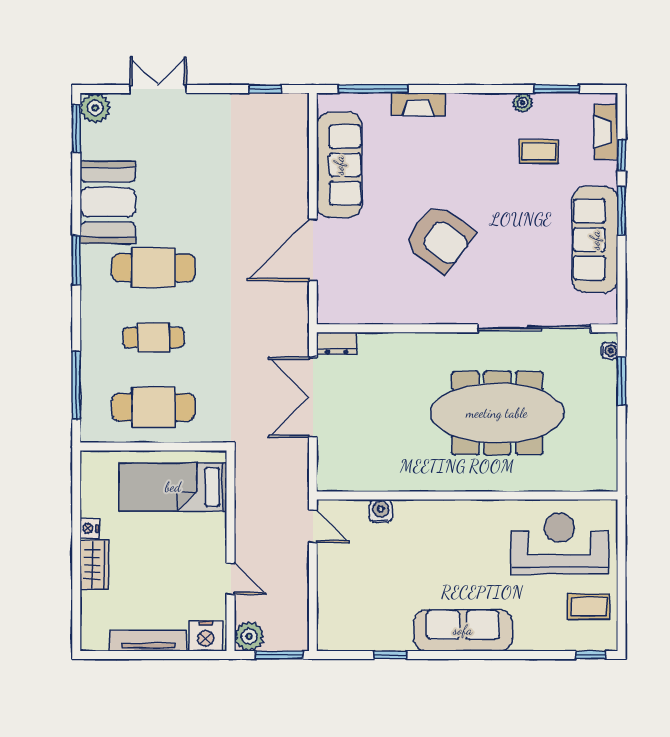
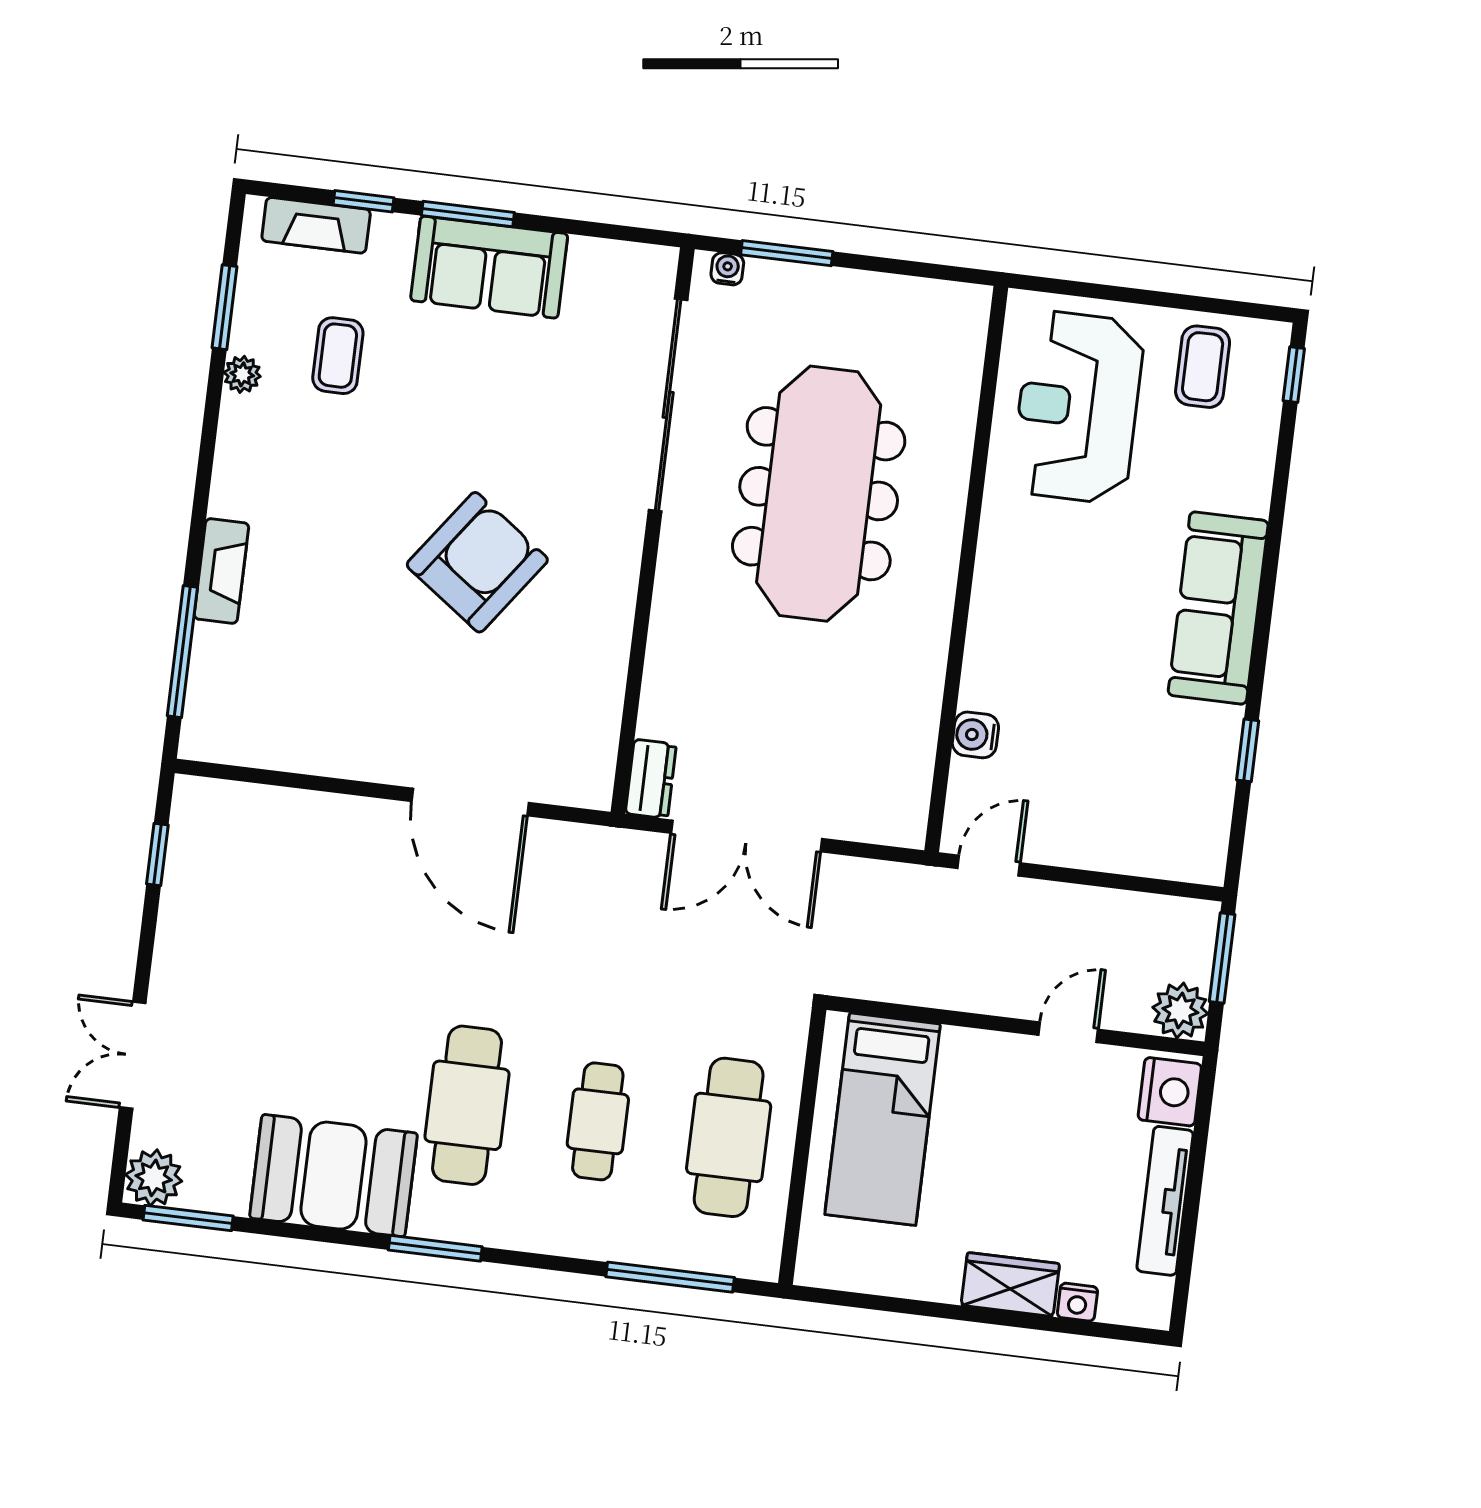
sofa: (339, 165) -> (317, 733), removed
sofa: (595, 240) -> (489, 267), width x0.73
nightstand: (89, 528) -> (1077, 1302), moved

